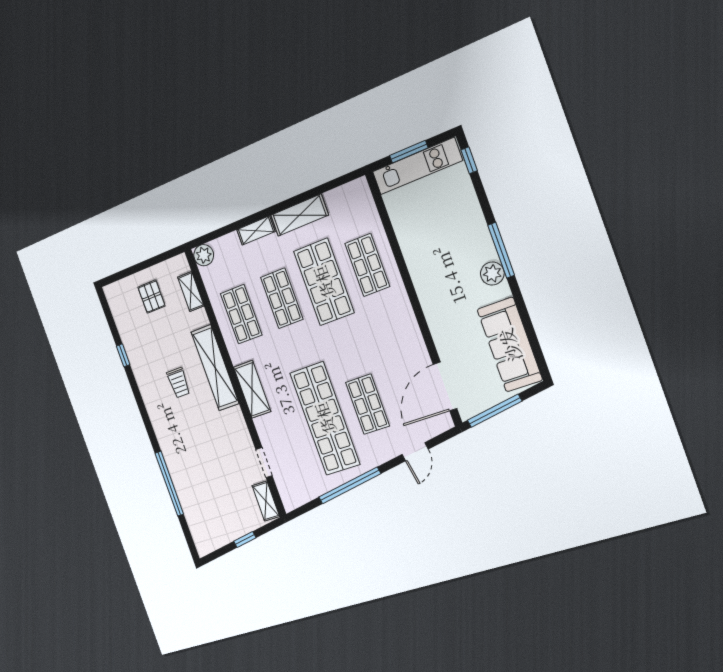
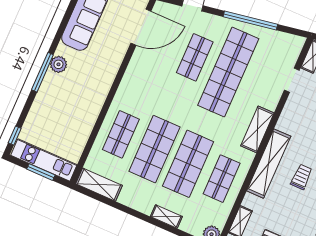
shelving: (299, 215) -> (99, 185), moved
shop shelf: (282, 298) -> (188, 164), width x1.43, depth x1.36

